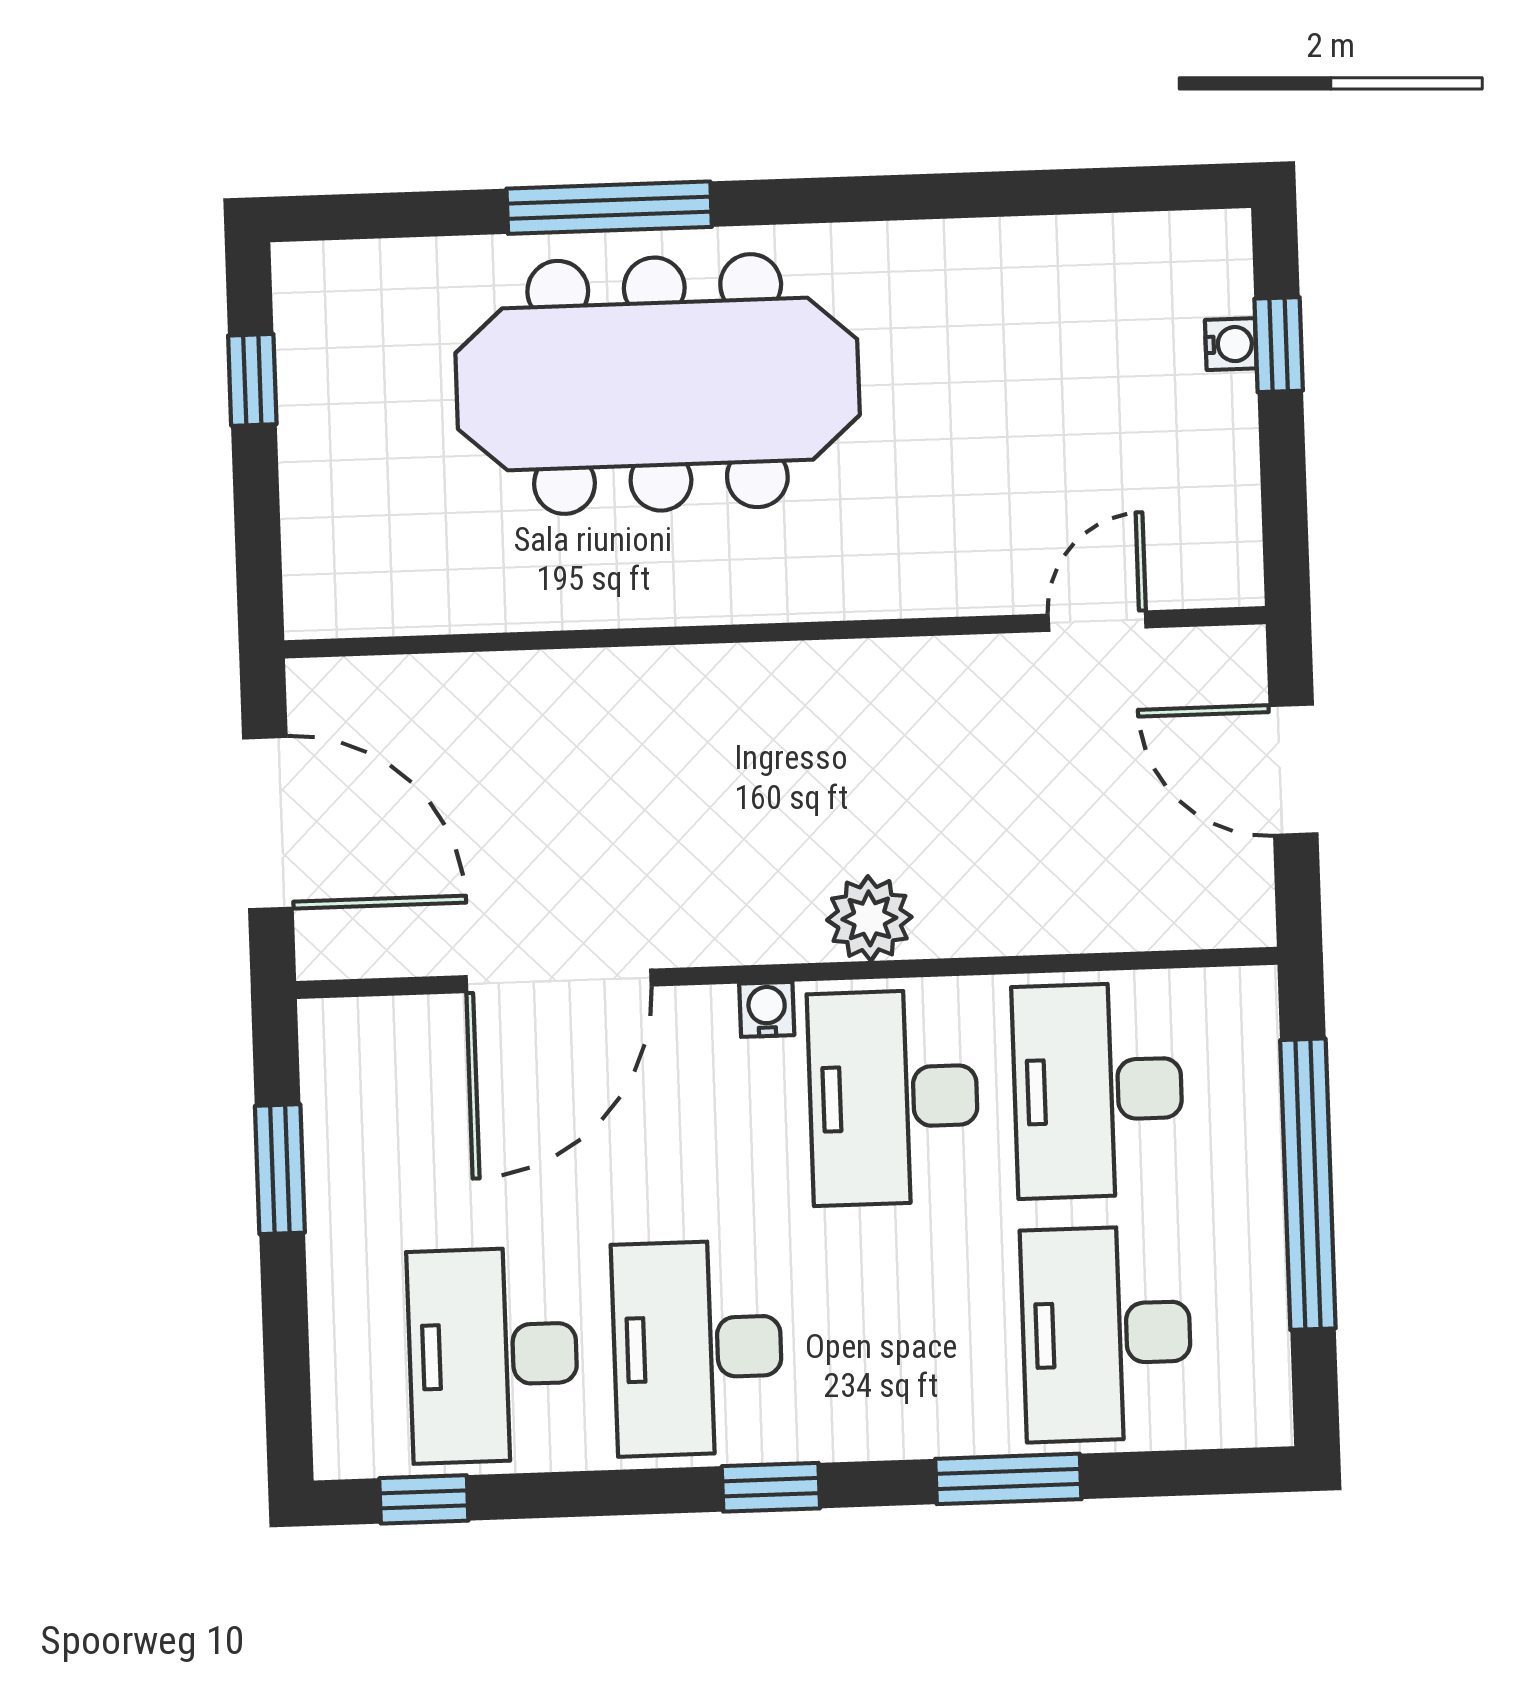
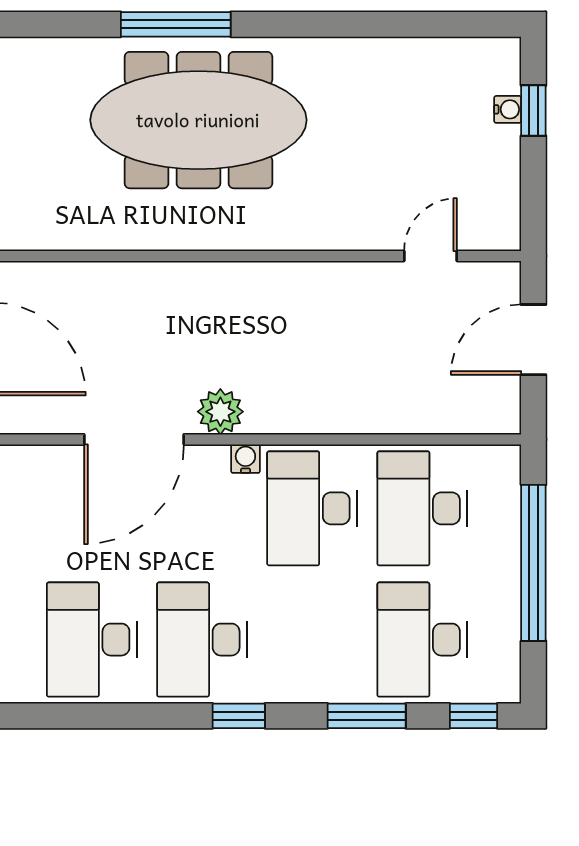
door: (1293, 770) -> (533, 340), hinge flipped
plant: (869, 918) -> (220, 412), moved
window: (424, 1499) -> (473, 716), moved

